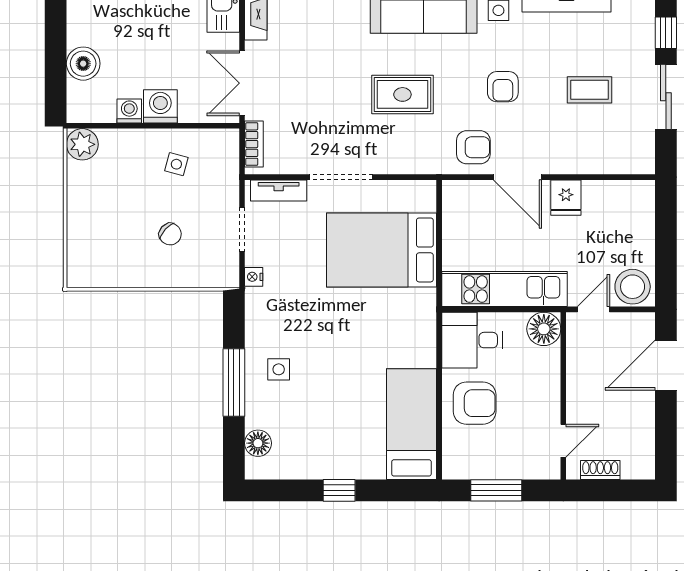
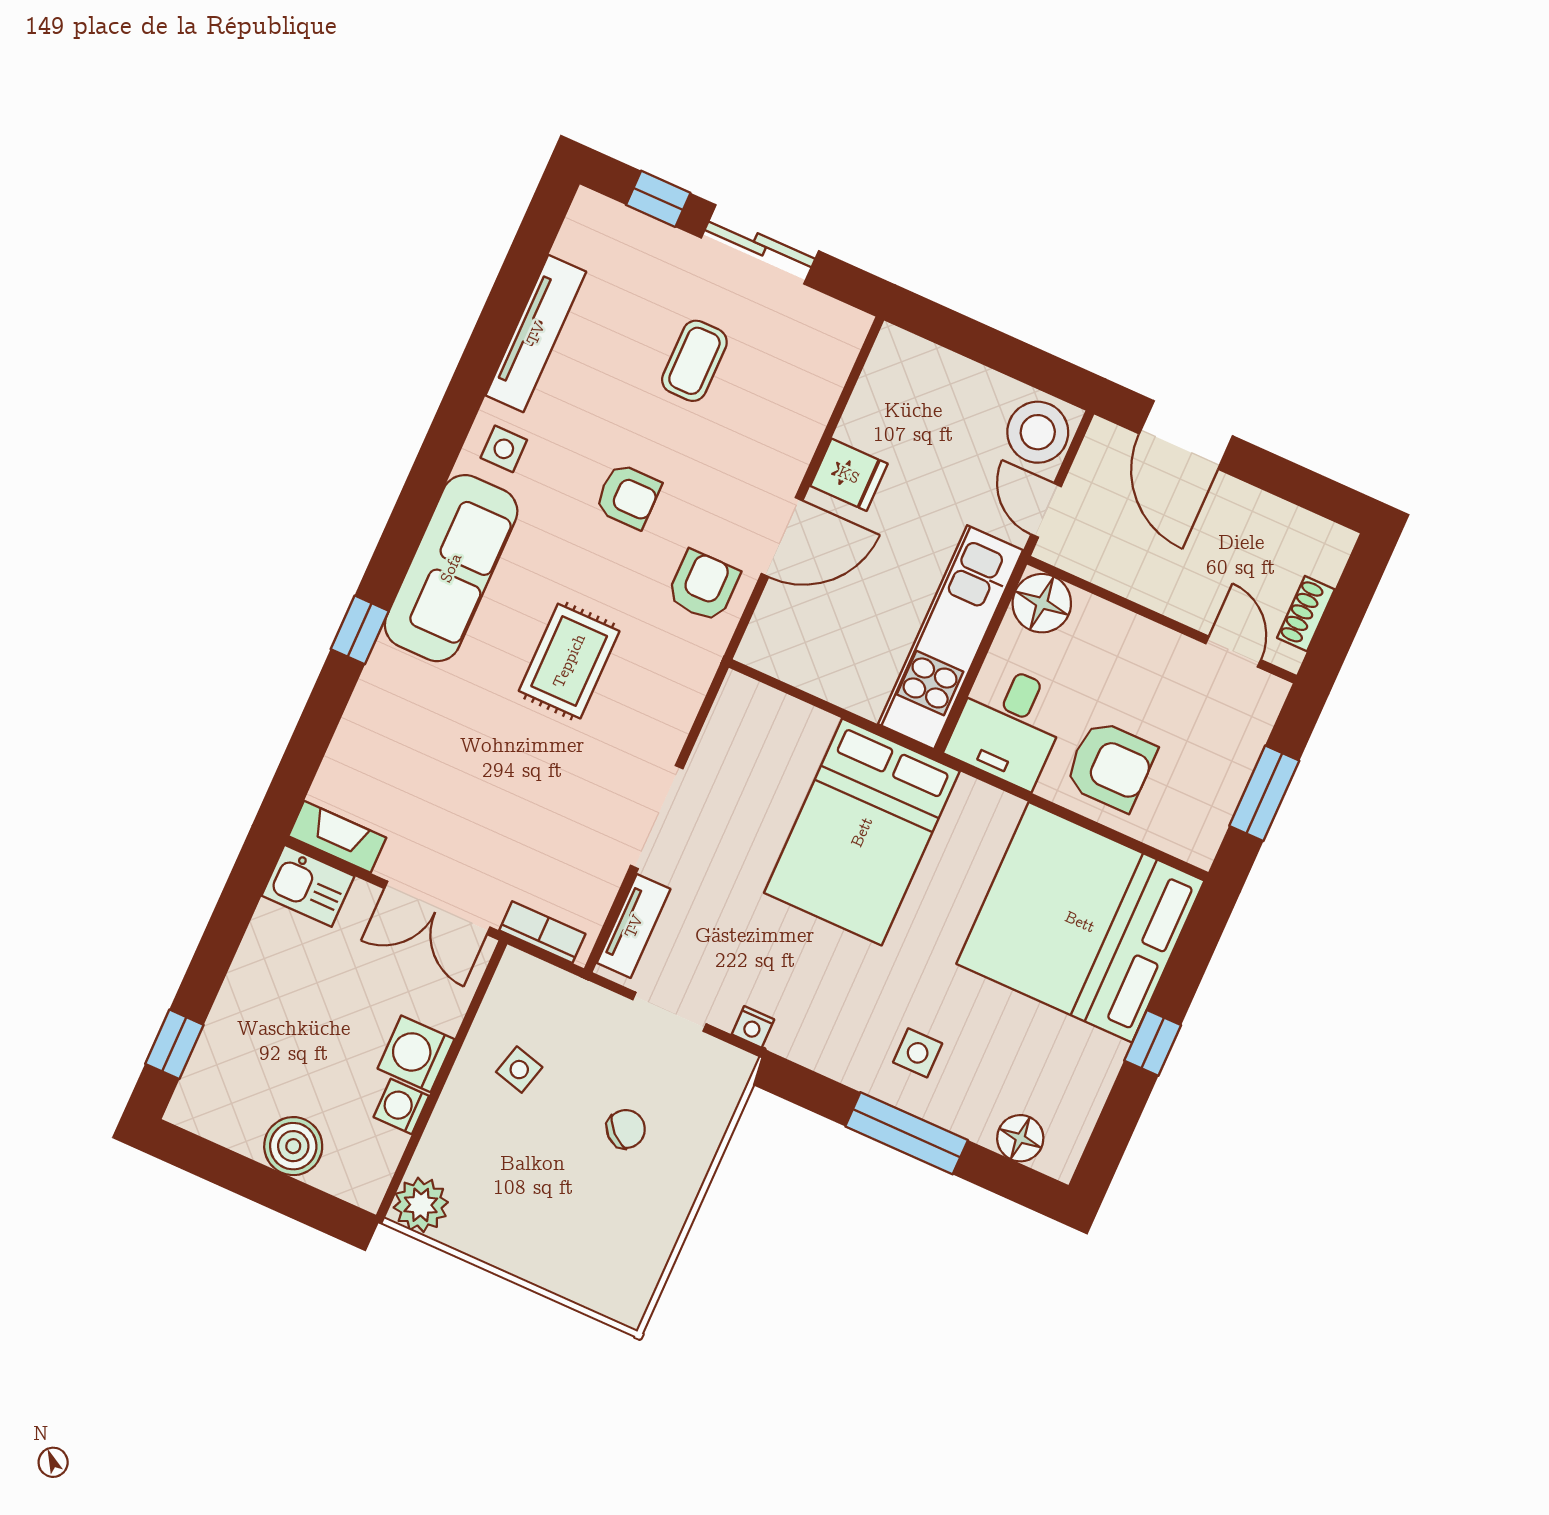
bed: (381, 250) -> (862, 832), moved
armchair: (475, 403) -> (1110, 766), turned 90
bed: (411, 424) -> (1080, 922), width x2.04

